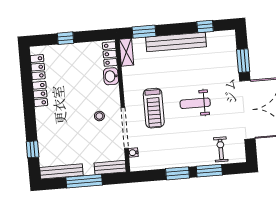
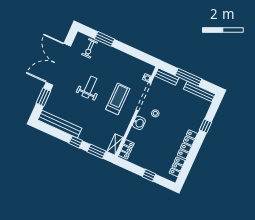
window: (205, 26) -> (76, 142), moved
bench: (176, 42) -> (60, 124), moved
washbasin: (111, 76) -> (139, 123), moved
locker: (40, 94) -> (187, 144), width x1.53
weight bench: (195, 103) -> (89, 87), turned -90
window: (33, 149) -> (205, 126), moved
window: (177, 173) -> (126, 49), removed

